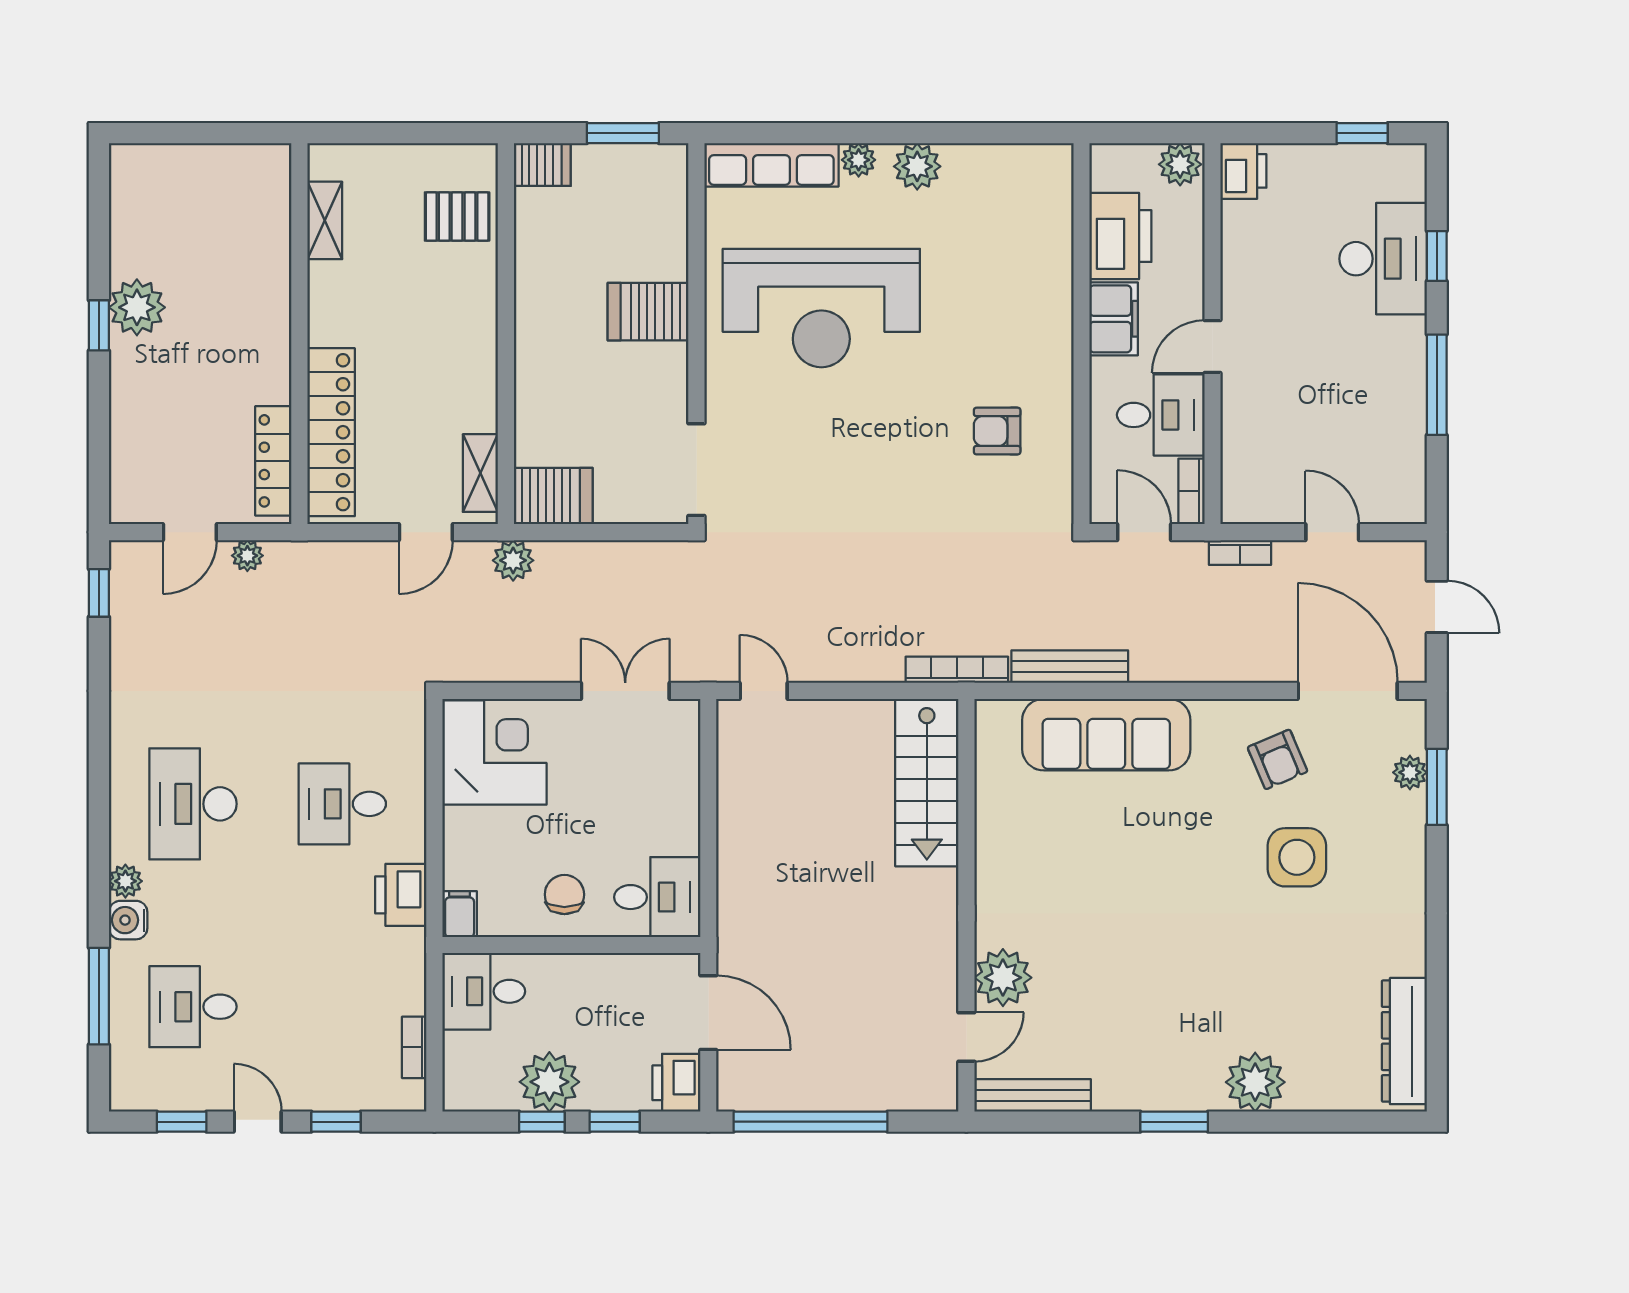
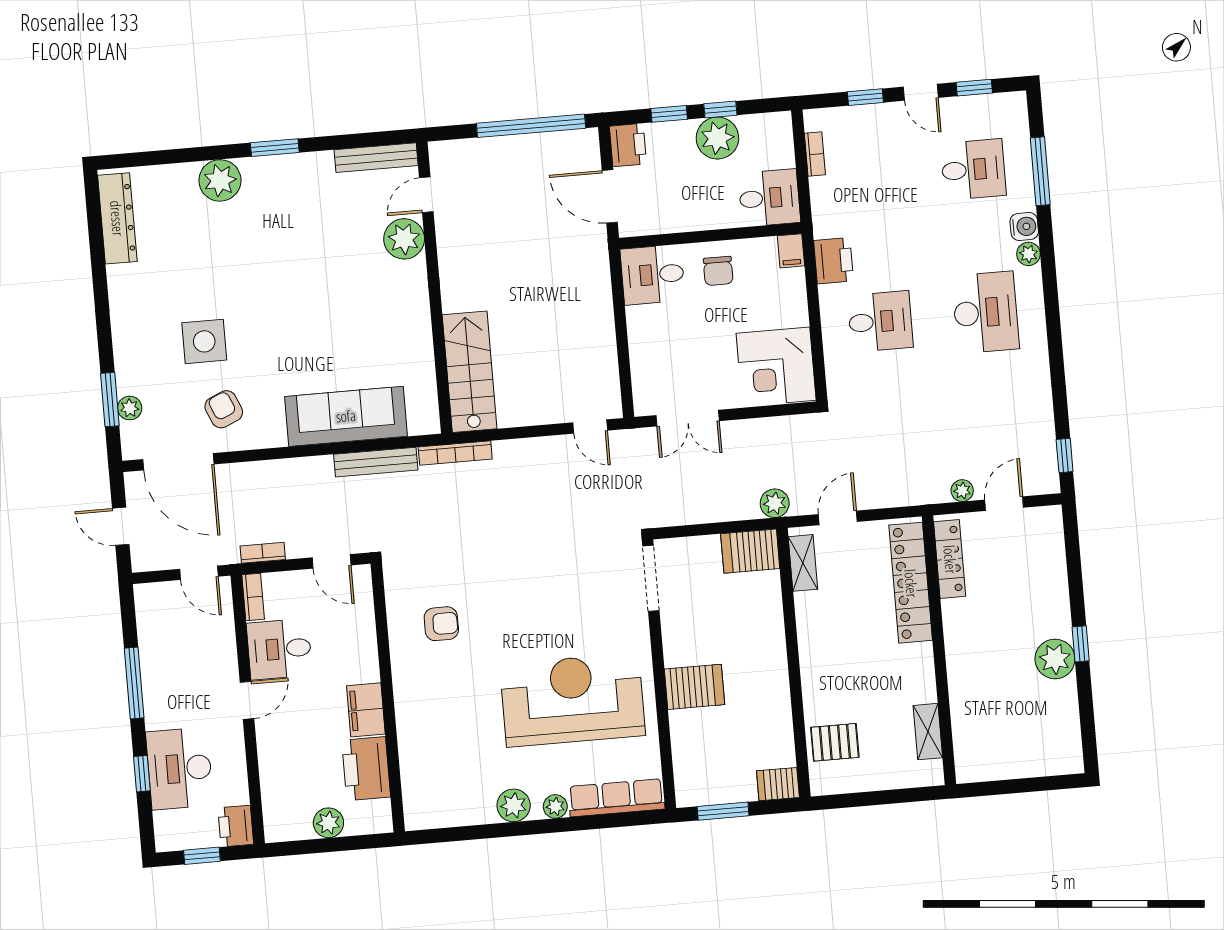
printer: (1243, 171) -> (236, 826), moved
wall: (1212, 334) -> (248, 709), moved
door: (1212, 346) -> (247, 700), moved
desk: (1161, 415) -> (279, 649), moved
bookcase: (1191, 491) -> (253, 597), moved

